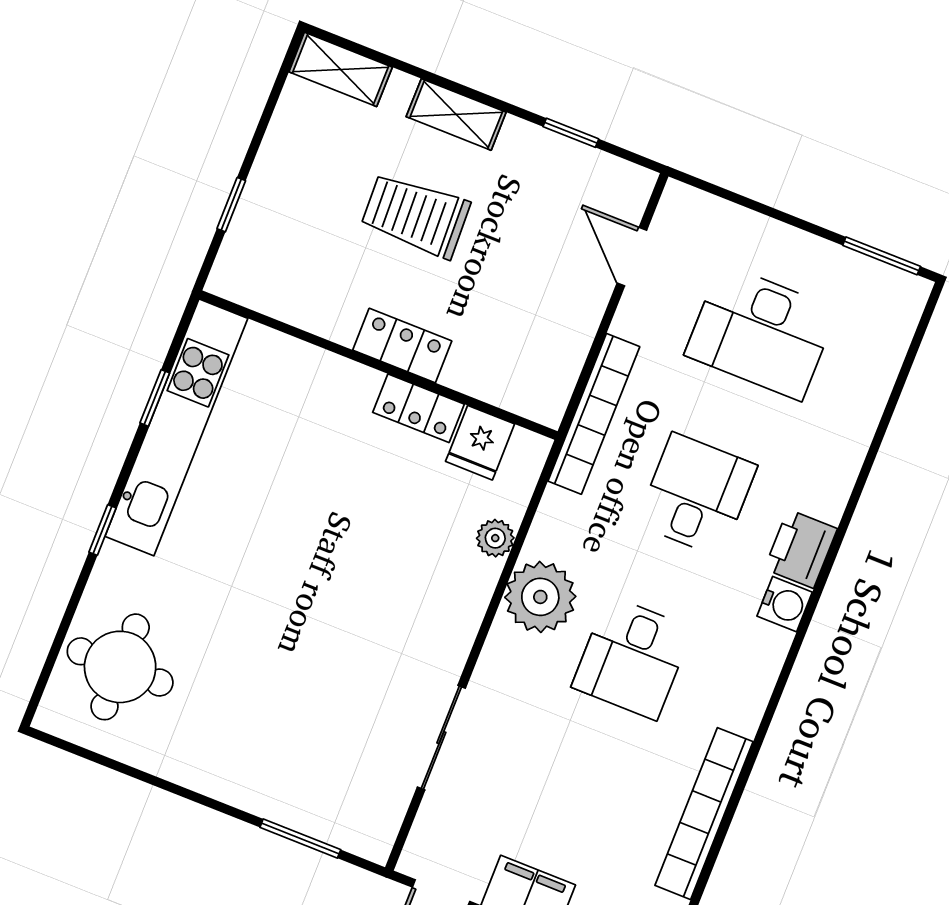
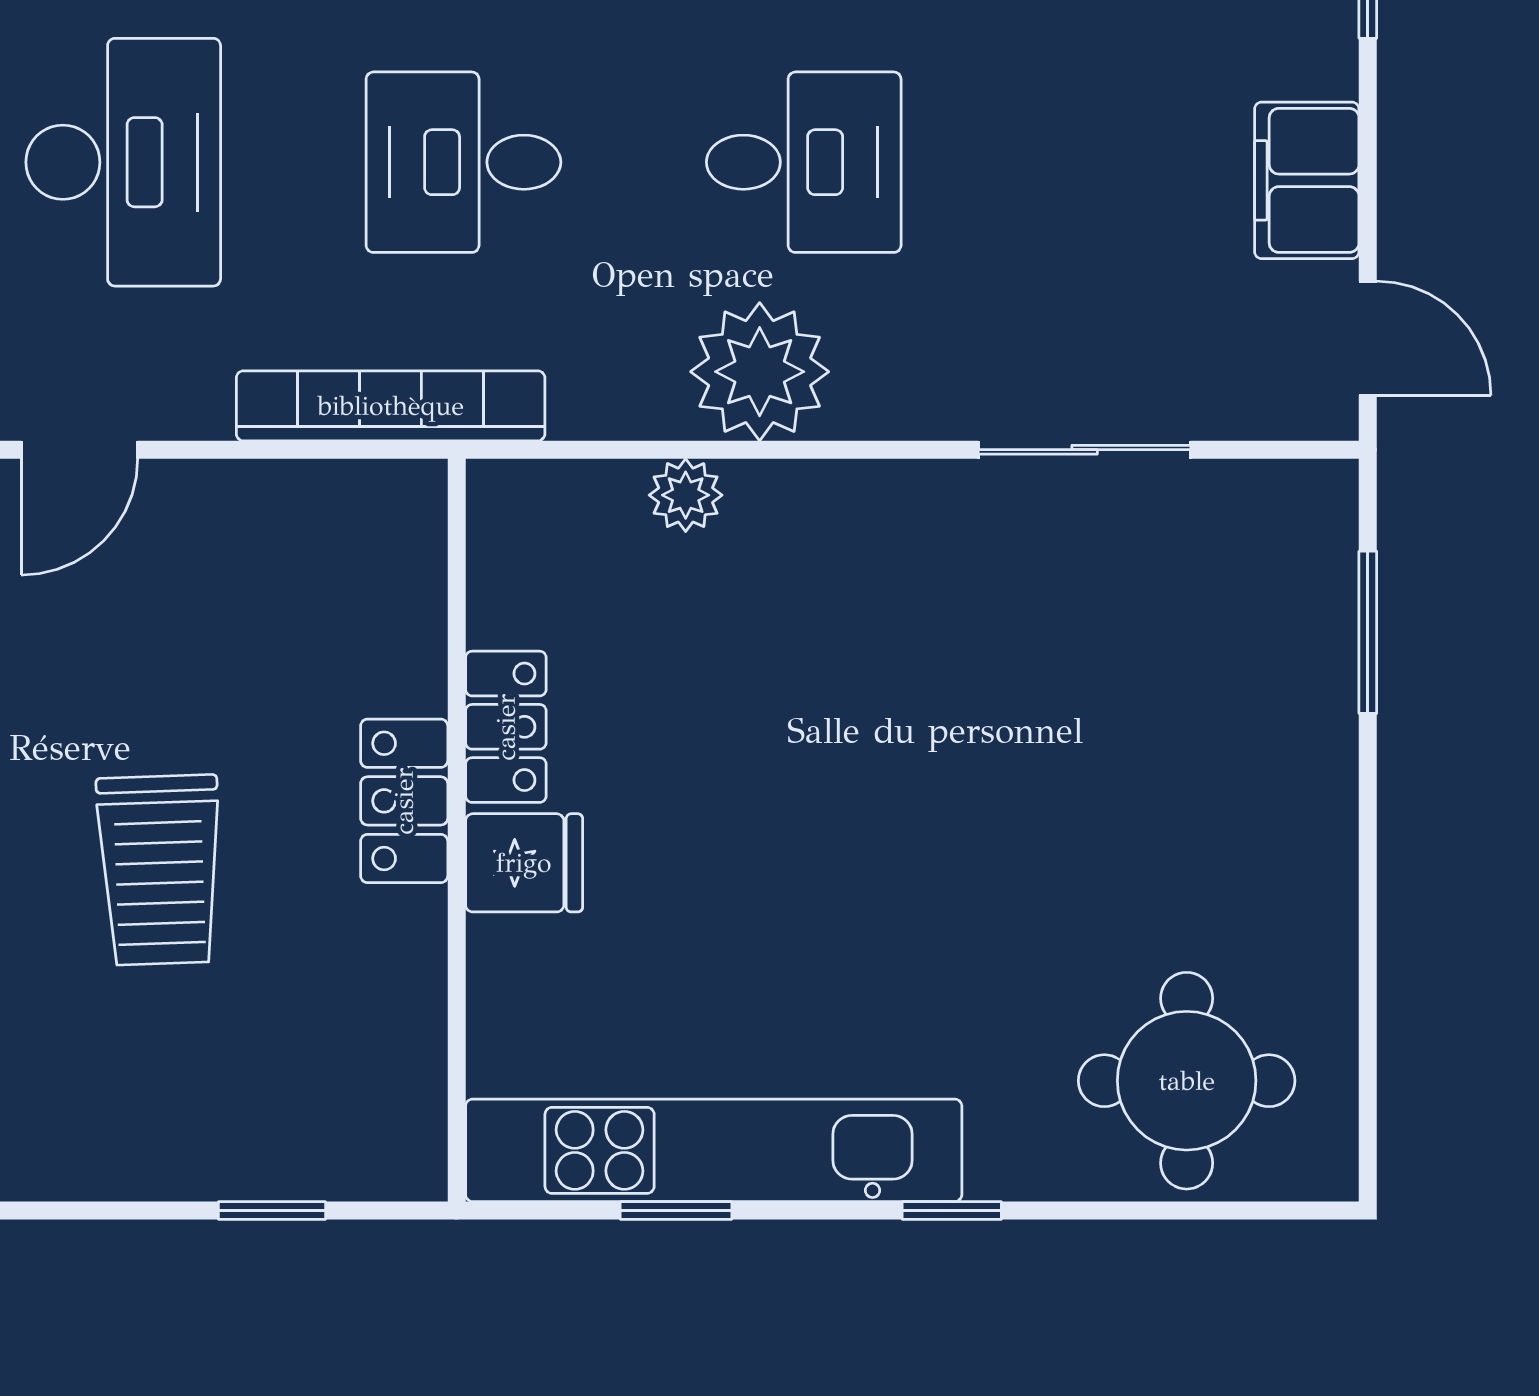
fridge: (480, 443) -> (524, 863), moved

